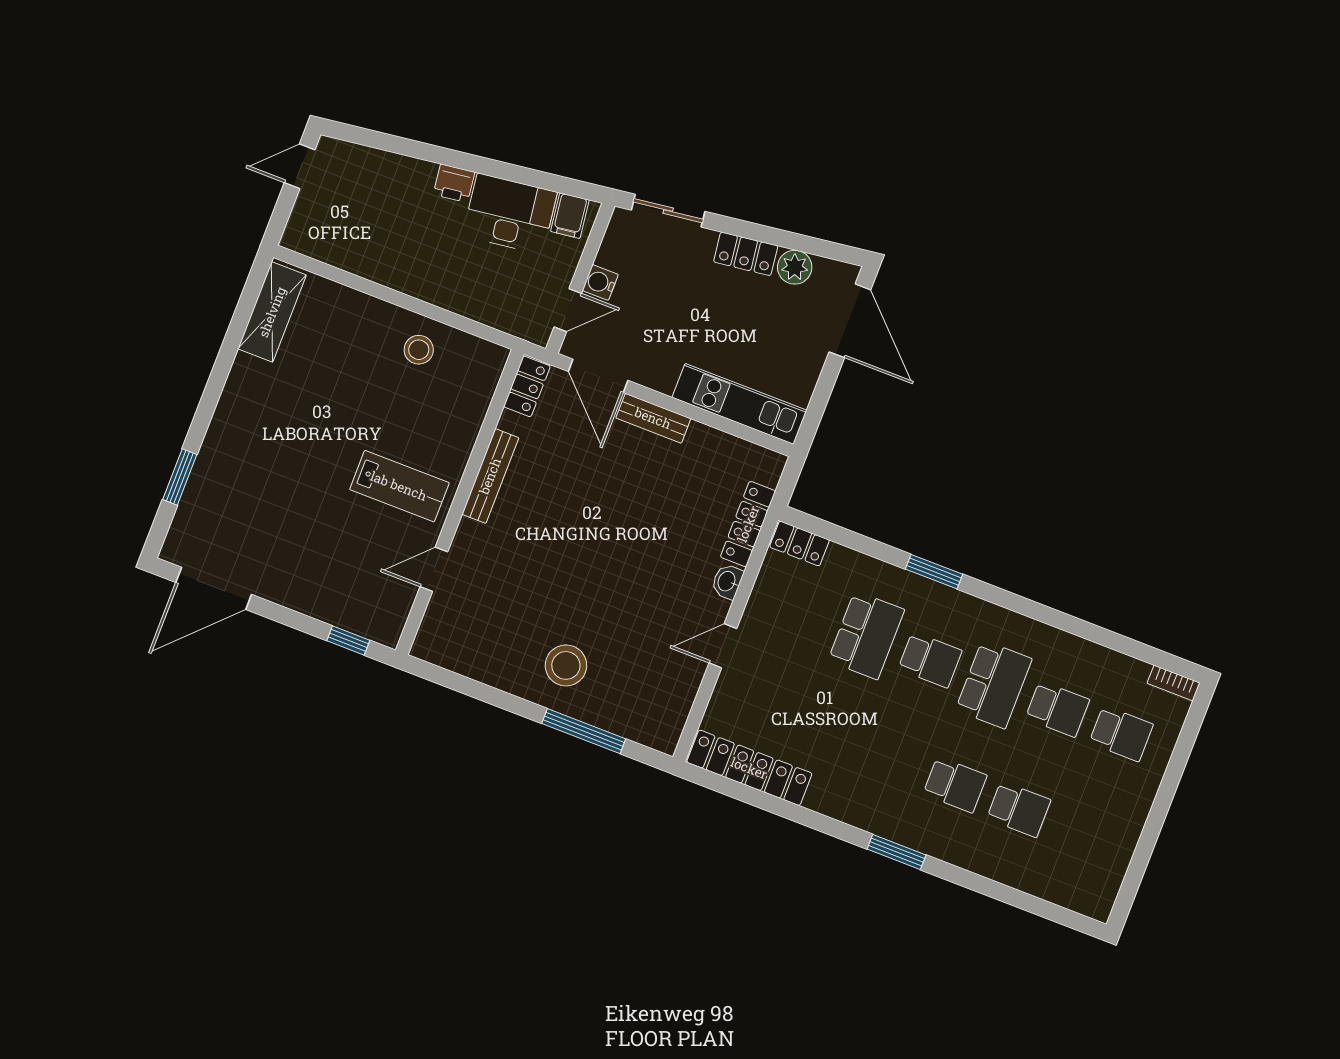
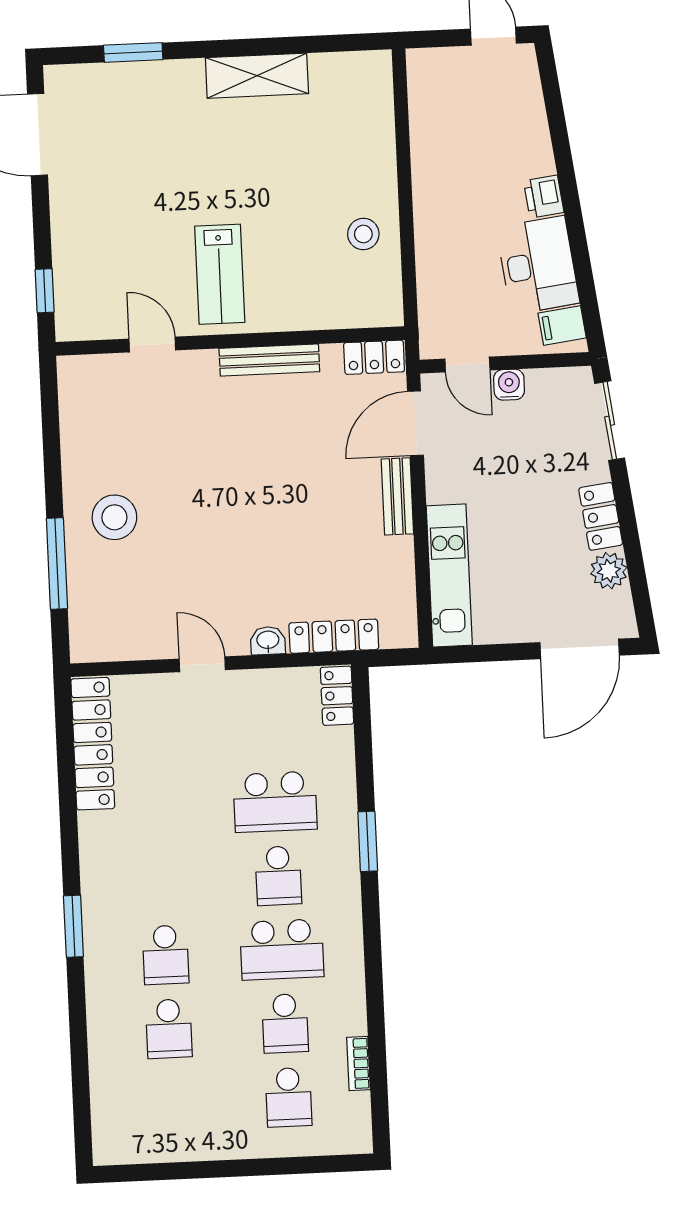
shelving: (272, 312) -> (257, 76), moved
bookcase: (1173, 683) -> (358, 1064), moved

